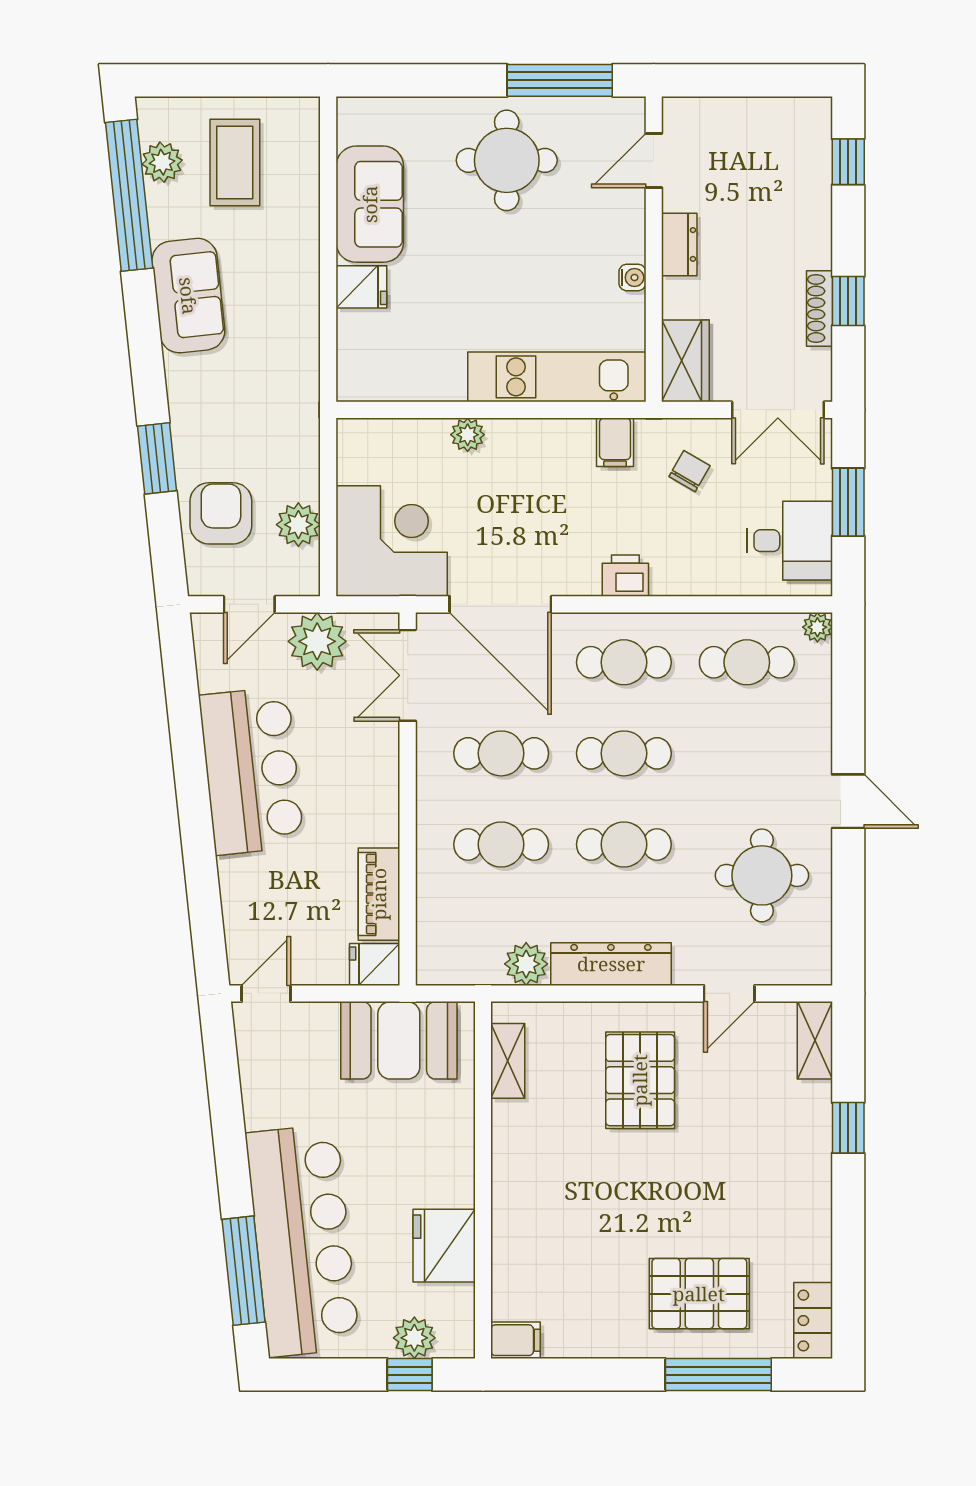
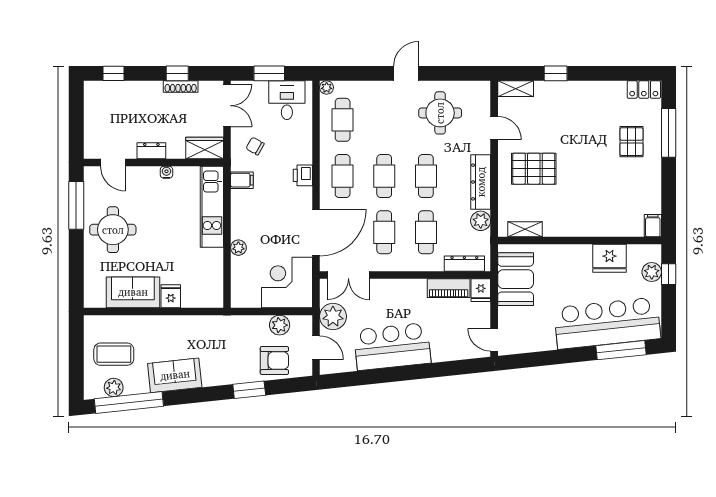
armchair: (221, 513) -> (274, 361), turned 180
dresser: (433, 928) -> (464, 264), added
pallet: (699, 1294) -> (631, 142), width x0.67, depth x0.71

